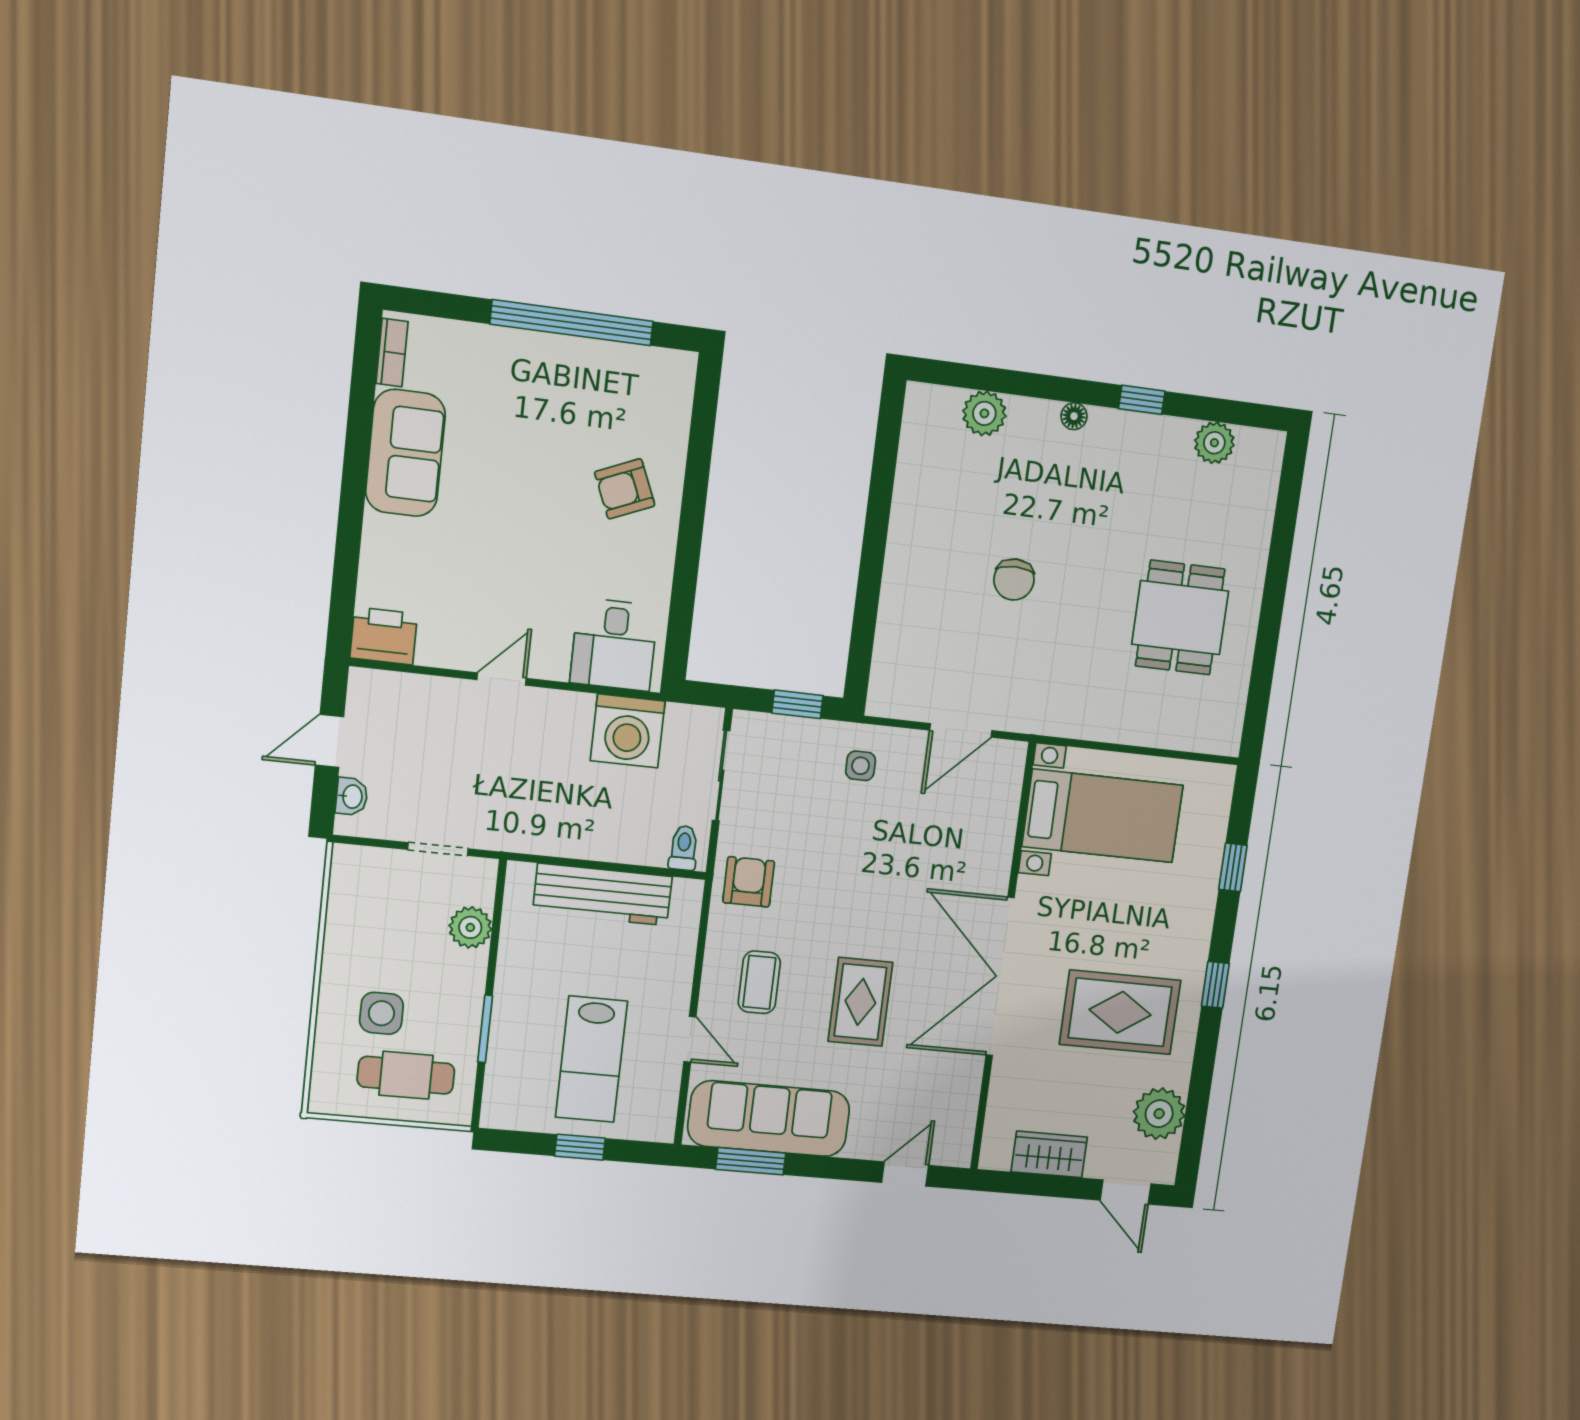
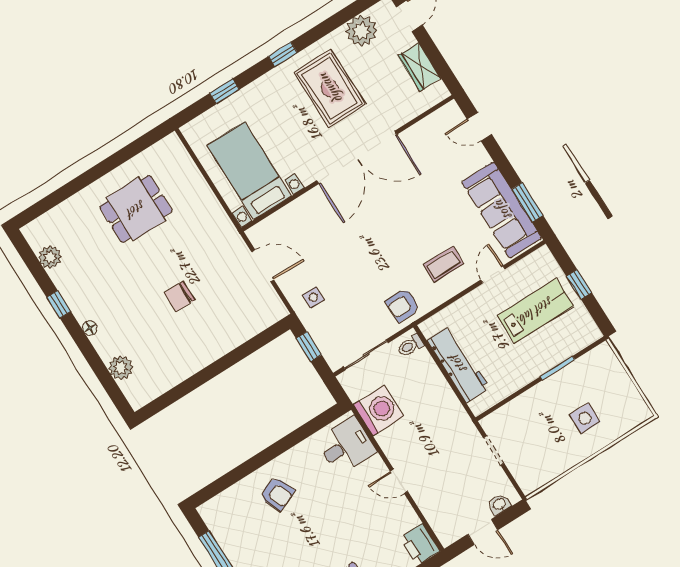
chair: (1014, 580) -> (180, 296), turned 180
plant: (470, 927) -> (517, 410), removed
rug: (860, 1002) -> (417, 212), removed
cafe table: (406, 1075) -> (605, 386), removed

